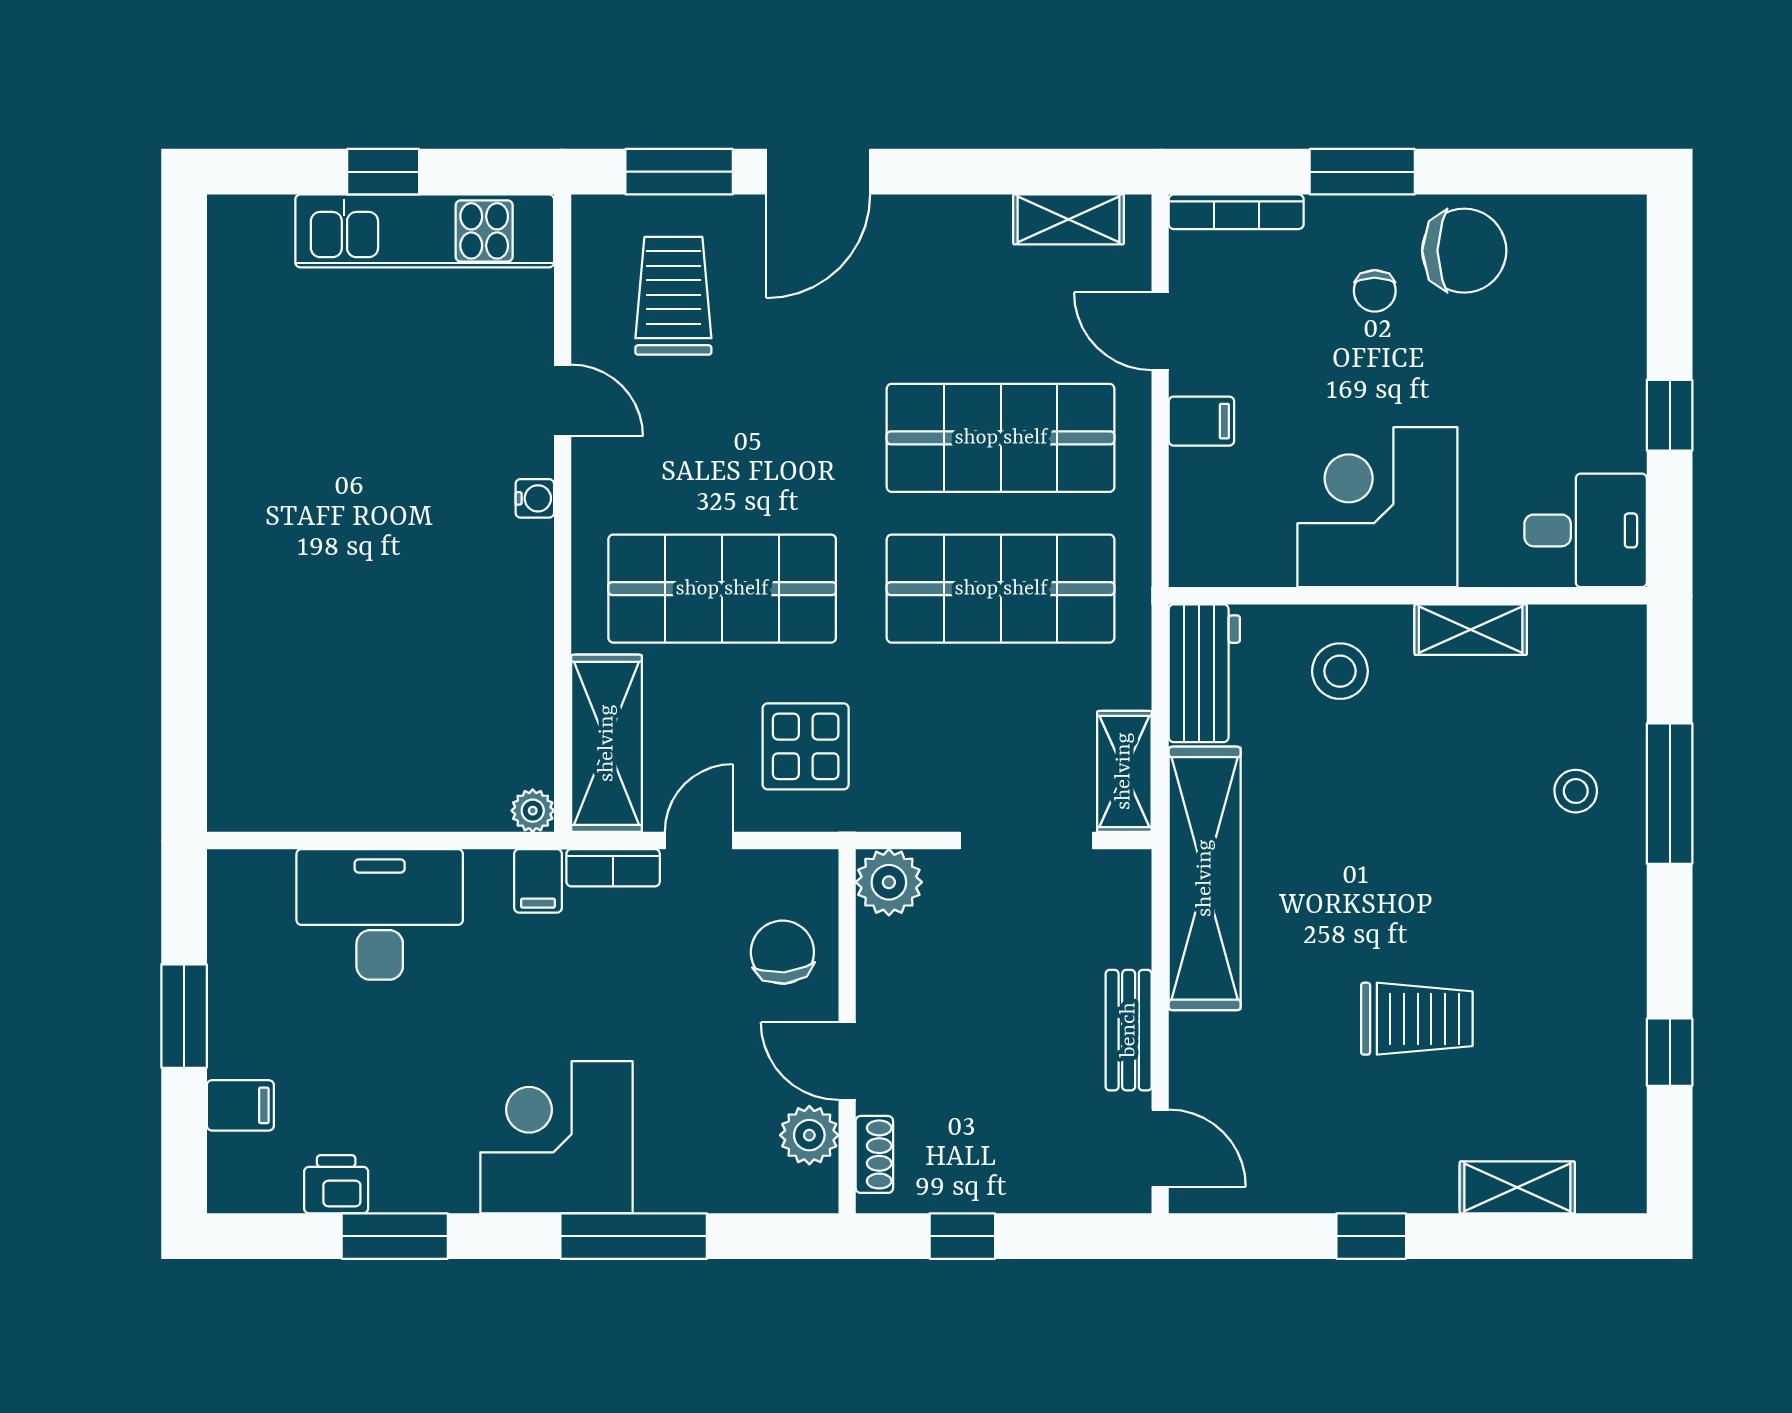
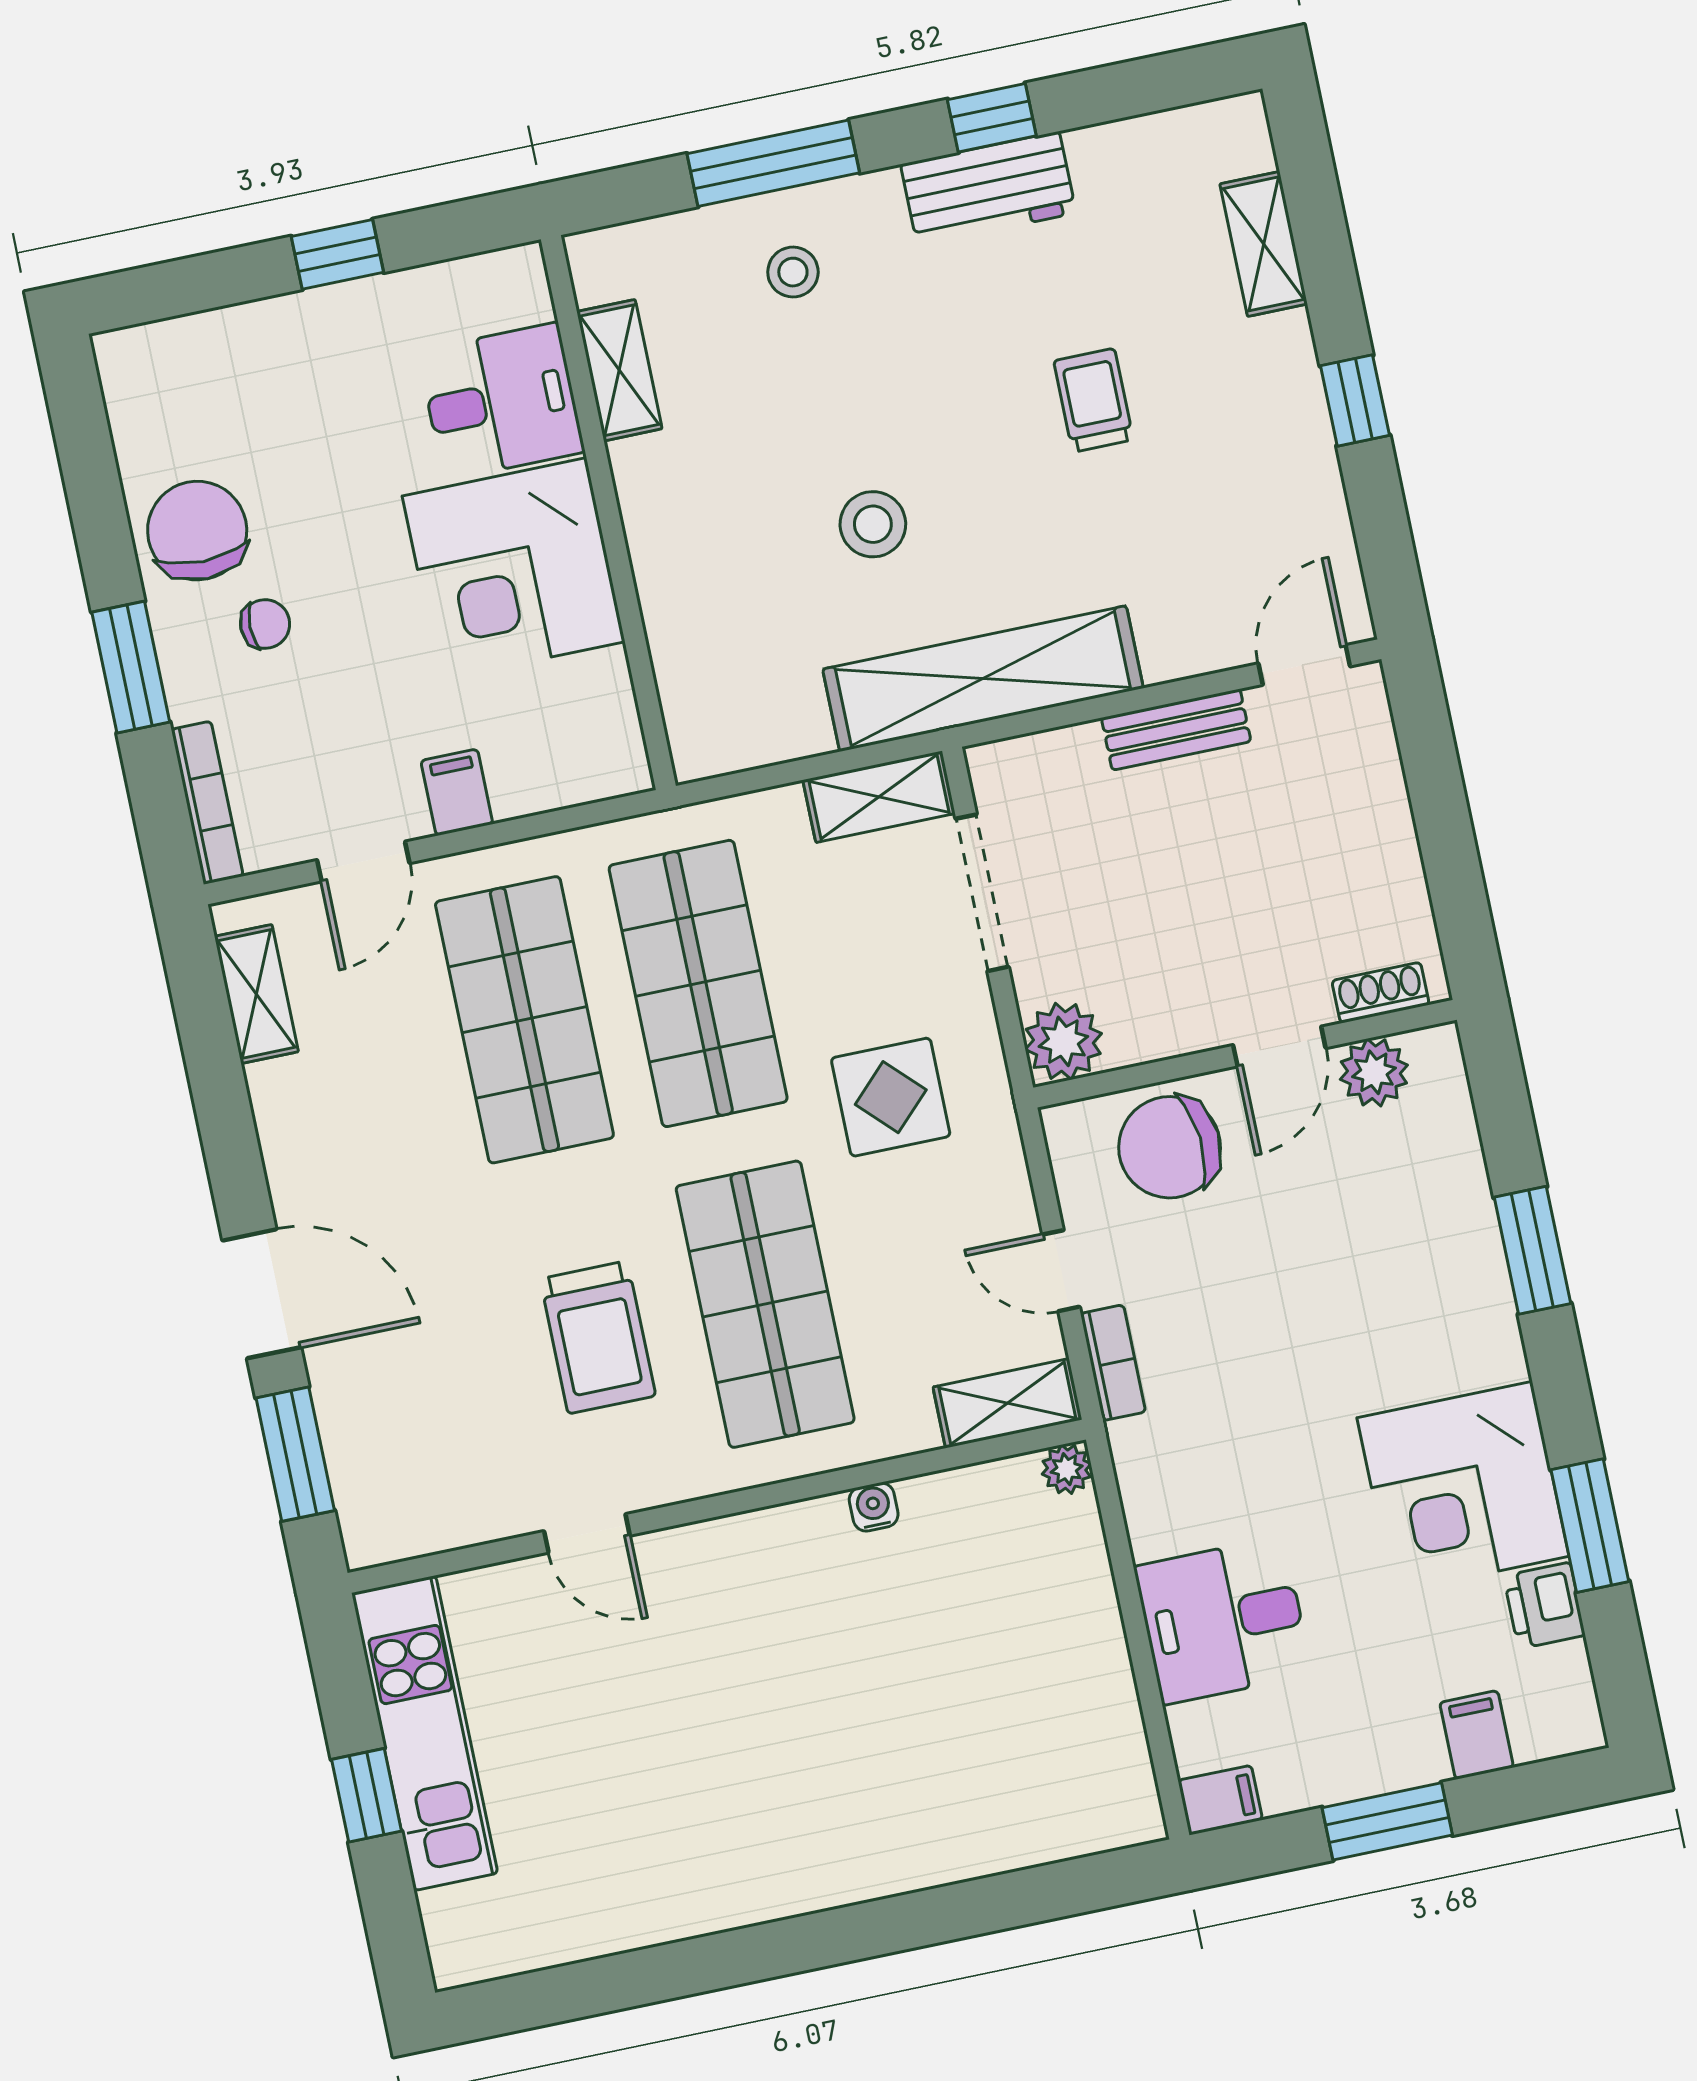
trolley: (673, 296) -> (598, 1337), moved, turned -90
door: (563, 401) -> (587, 1533), swing flipped
water cooler: (535, 498) -> (874, 1507), moved
desk: (1586, 530) -> (501, 401), moved, turned 90
shelving: (1471, 630) -> (619, 370), moved
stool: (1340, 671) -> (873, 524), moved
workbench: (1204, 673) -> (988, 189), moved, turned 180
shelving: (607, 743) -> (1007, 1403), width x0.67, depth x0.75
display table: (806, 746) -> (891, 1097), moved
filing cabinet: (538, 881) -> (1220, 1800), moved
desk: (380, 914) -> (1223, 1620), width x0.73
chair: (782, 952) -> (1170, 1147), width x1.37, depth x1.37
trolley: (1417, 1019) -> (1094, 400), width x0.73, depth x0.72
window: (1670, 1052) -> (992, 118), moved
corner desk: (556, 1137) -> (1463, 1487), moved
window: (634, 1236) -> (1532, 1250), width x0.69
window: (962, 1236) -> (1453, 872), removed

